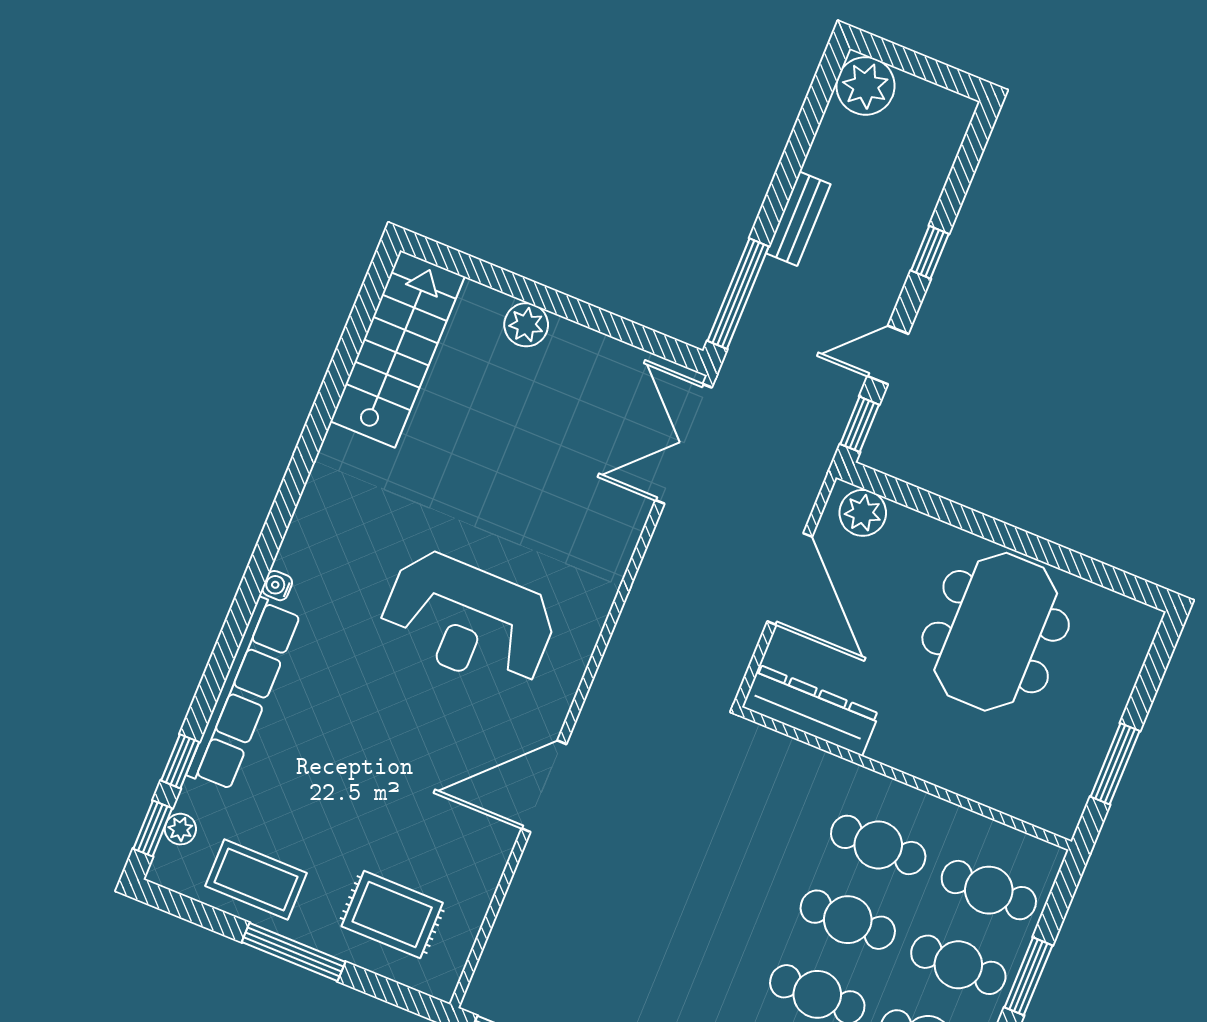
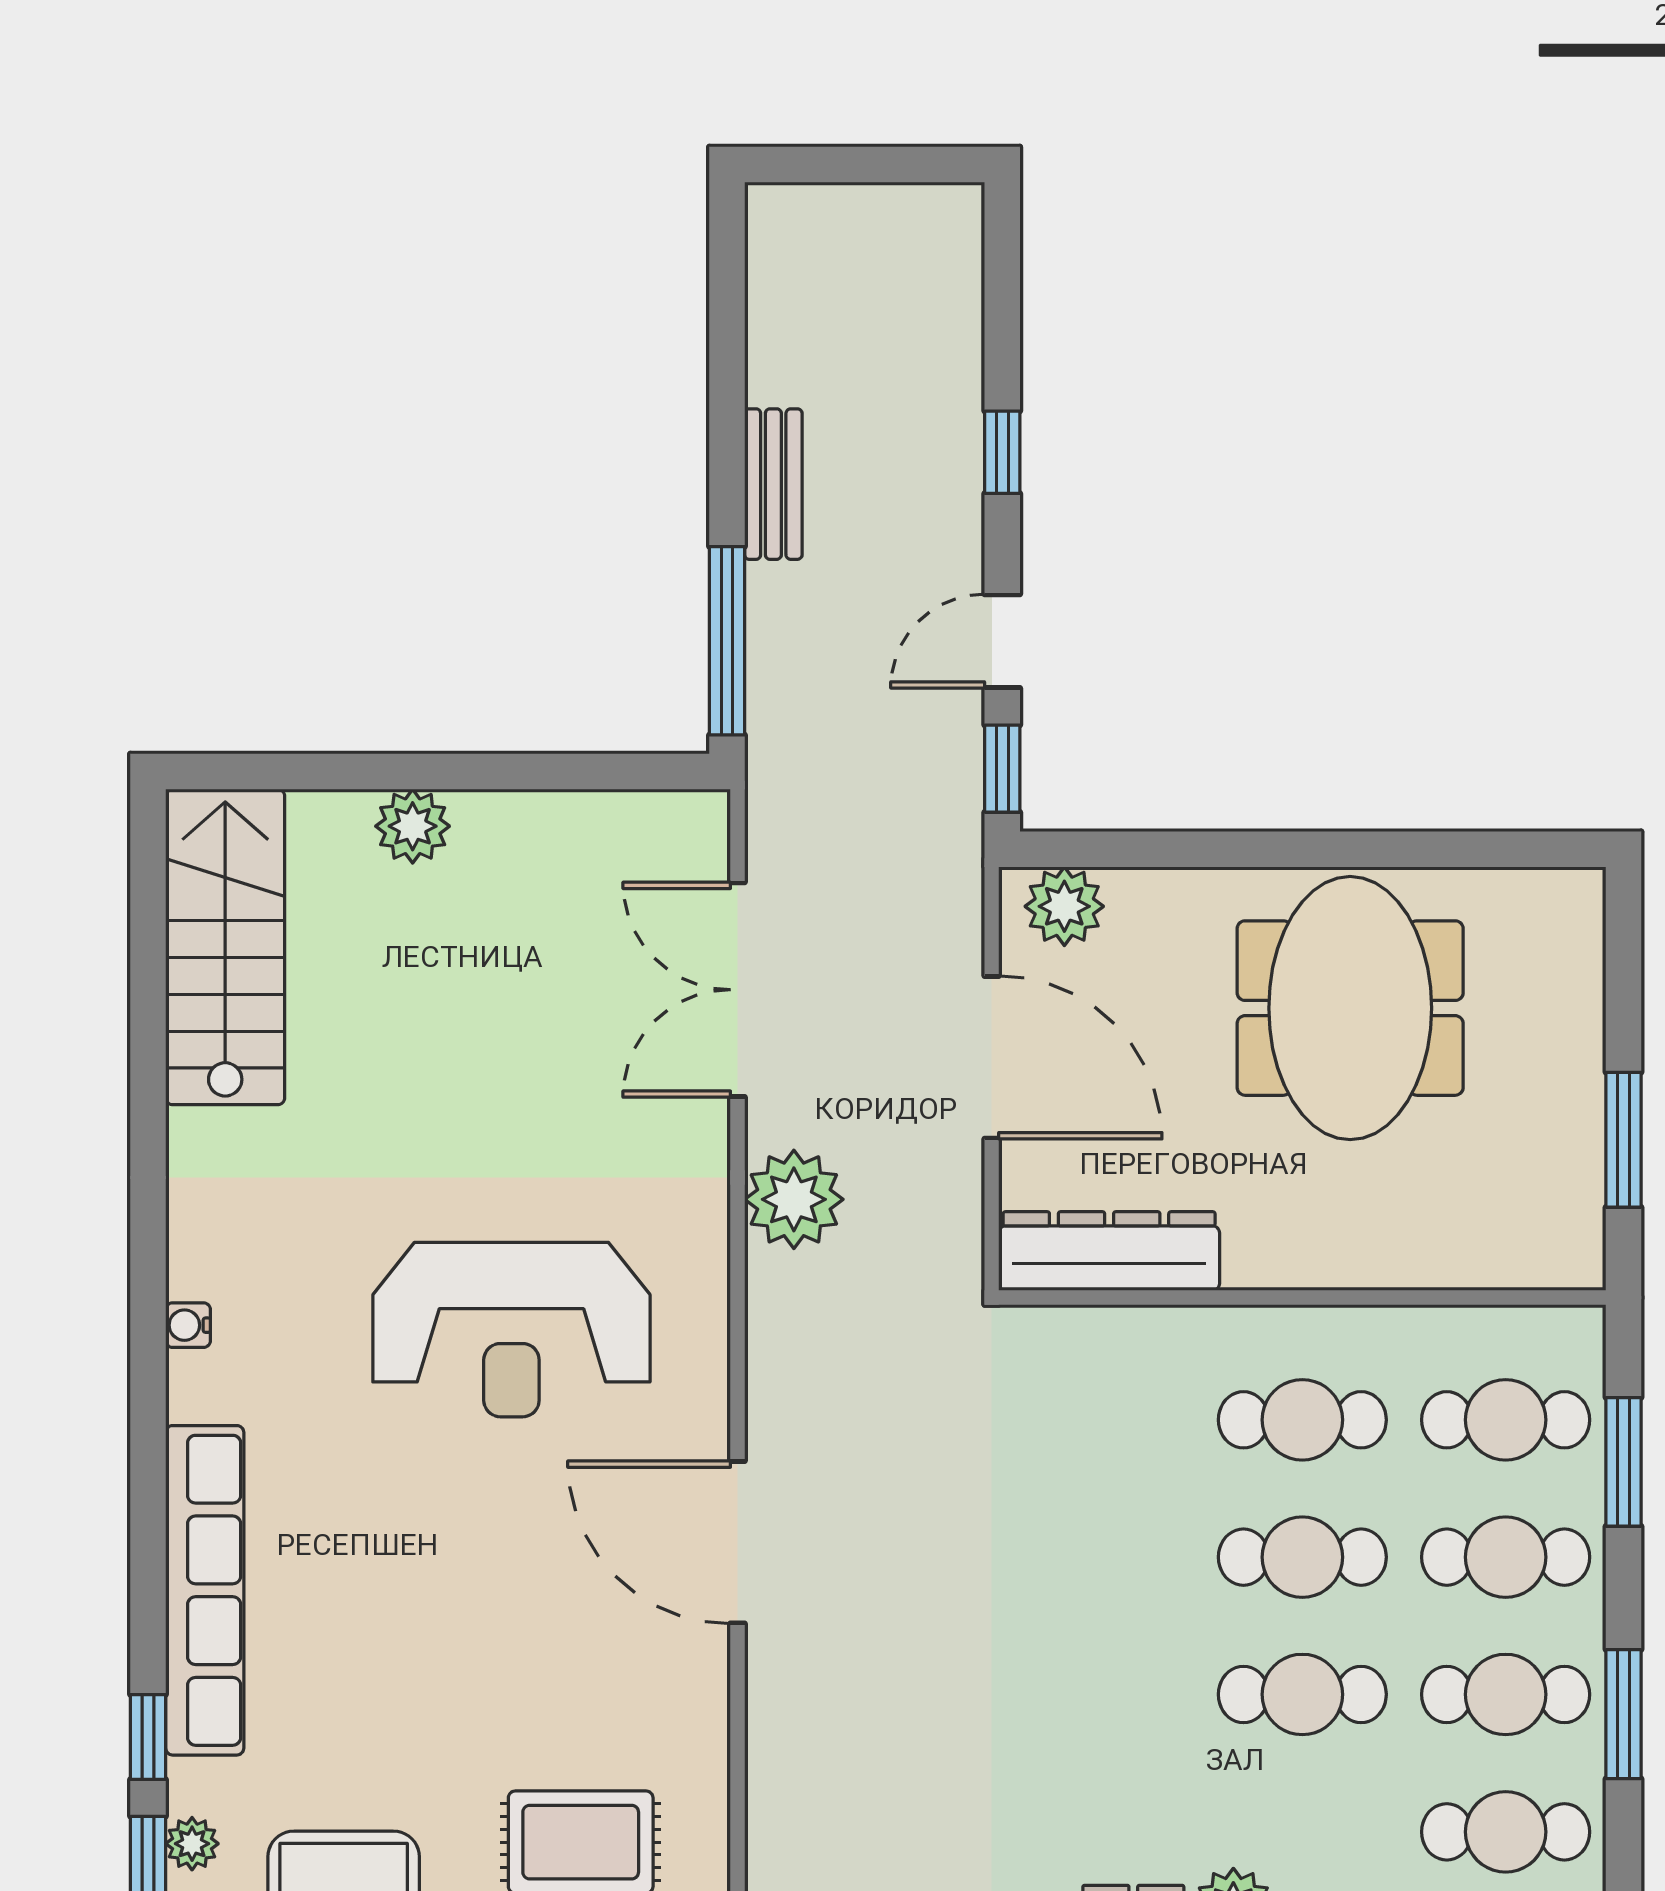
plant: (865, 86) -> (794, 1199), moved
double door: (684, 444) -> (738, 990), moved
water cooler: (277, 586) -> (188, 1325), moved
door: (544, 786) -> (738, 1542), hinge flipped
window: (1028, 976) -> (1624, 1462), moved

